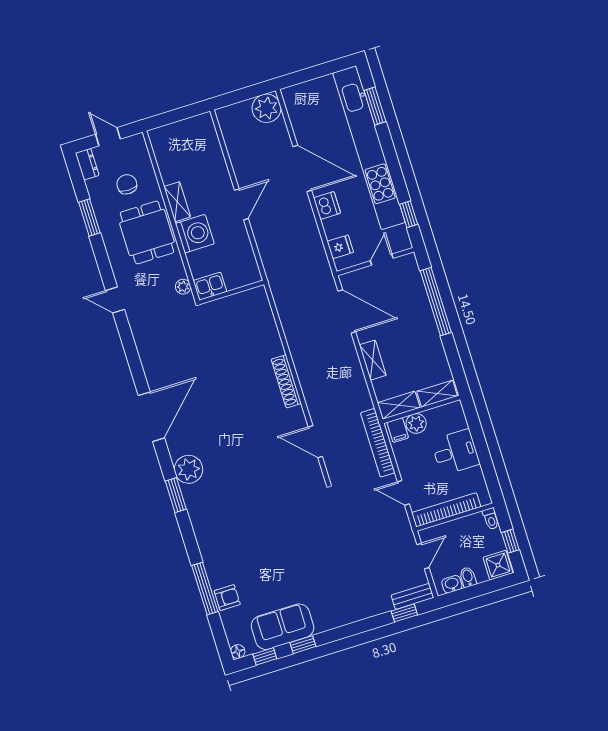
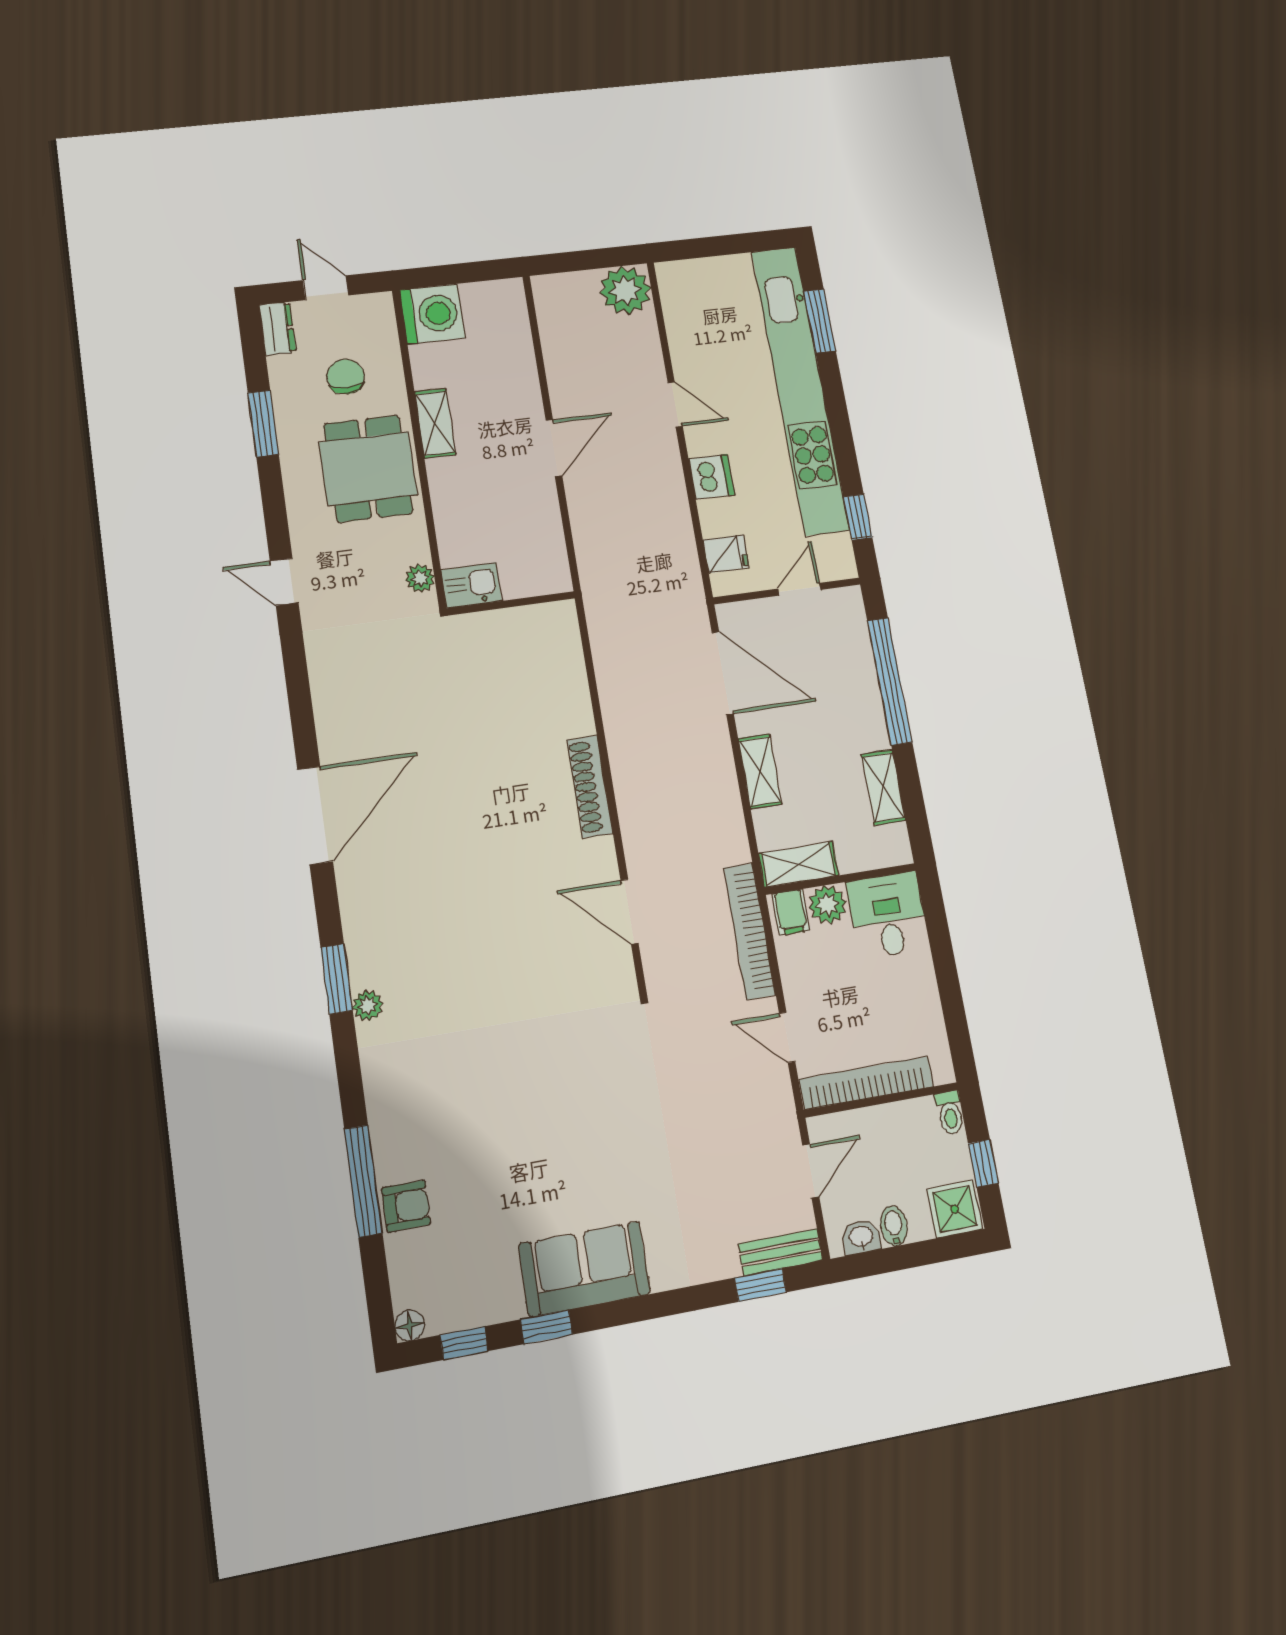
door: (302, 168) -> (675, 404), width x0.53
washing machine: (195, 234) -> (432, 314), moved
shelving: (437, 394) -> (883, 787), moved, turned 90
desk: (455, 452) -> (888, 915), moved, turned -90
plant: (189, 469) -> (368, 1006), moved, width x0.53, depth x0.53
sofa: (283, 627) -> (585, 1269), moved

